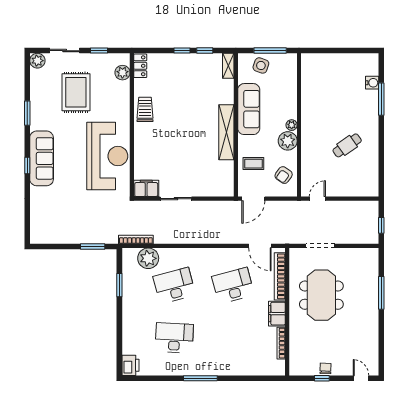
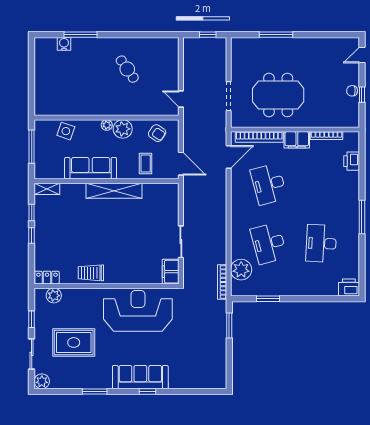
side table: (261, 65) -> (66, 131), moved
printer: (256, 368) -> (352, 161), added

